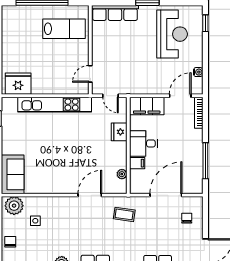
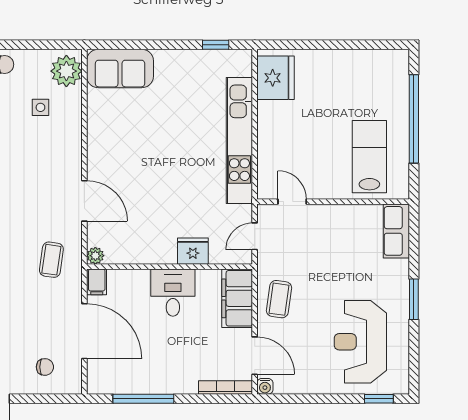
row of seats: (115, 13) -> (396, 231), width x0.68
lab bench: (64, 29) -> (369, 157), turned 180
reception desk: (172, 34) -> (360, 342), turned 90
water cooler: (198, 72) -> (265, 386), moved
coffee table: (147, 82) -> (279, 299), added
filing cabinet: (137, 163) -> (97, 282), moved
plant: (122, 174) -> (95, 256), moved

